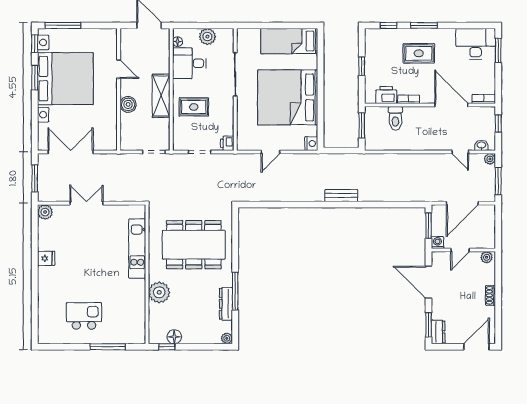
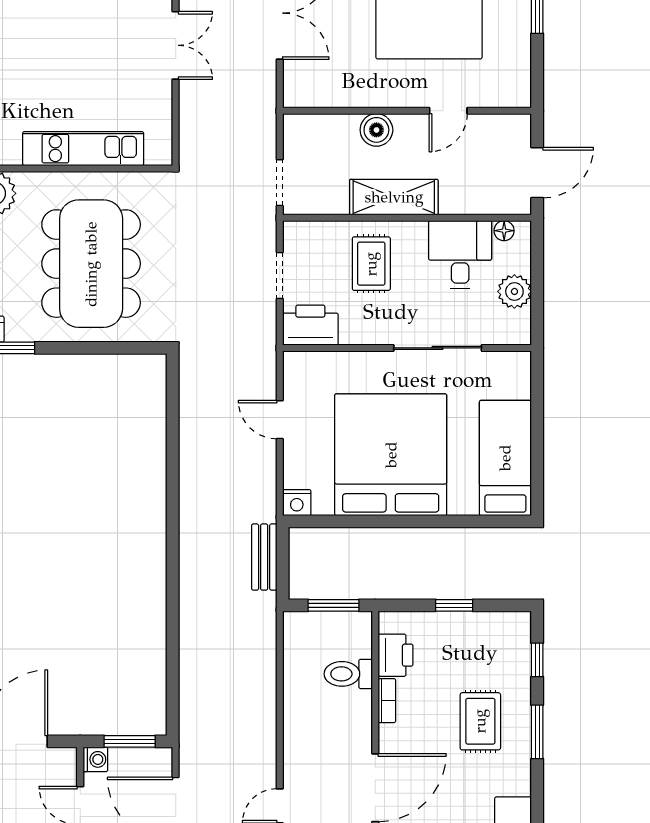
printer: (227, 143) -> (310, 325), width x1.87, depth x1.48
bench: (341, 196) -> (264, 557), moved

